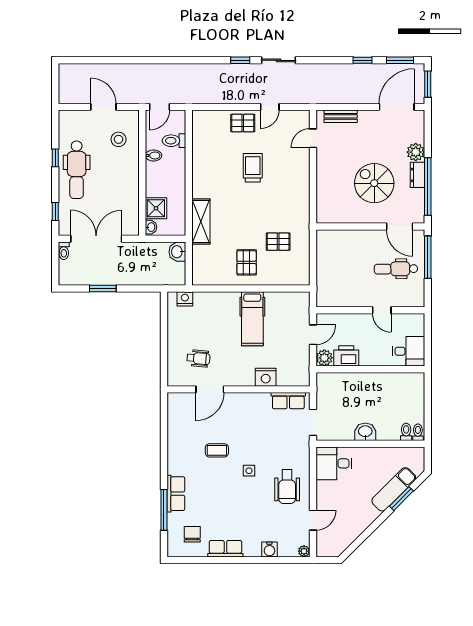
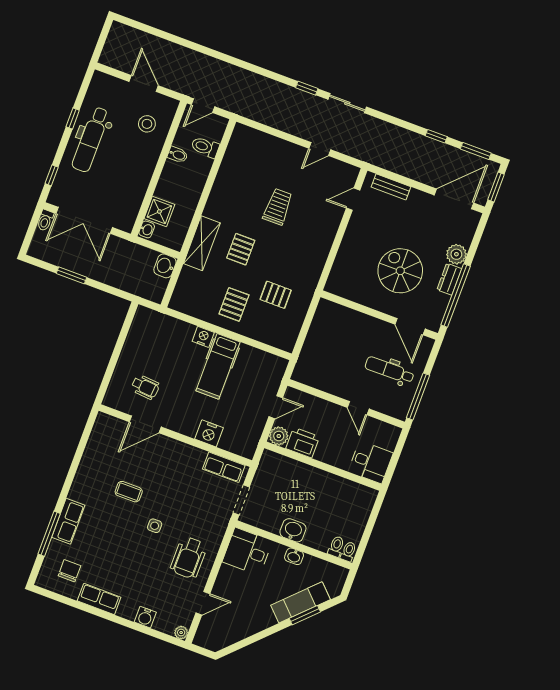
pallet: (243, 123) -> (241, 249), moved, turned 90
double door: (96, 239) -> (84, 220), swing flipped
window: (428, 257) -> (418, 397), moved
nightstand: (185, 299) -> (203, 337), moved
washbasin: (374, 453) -> (294, 556), added

